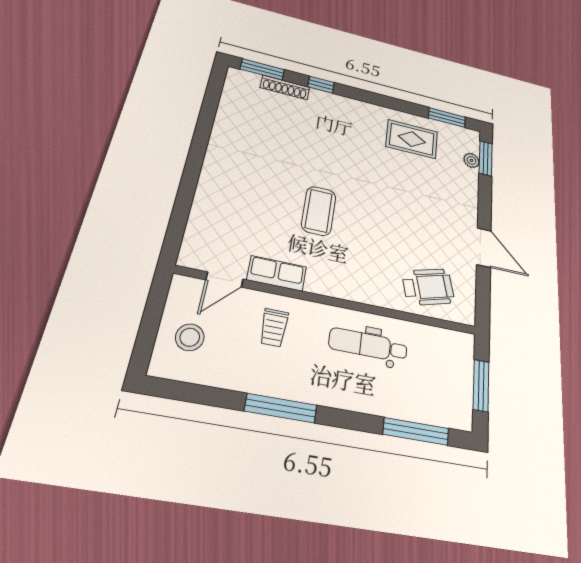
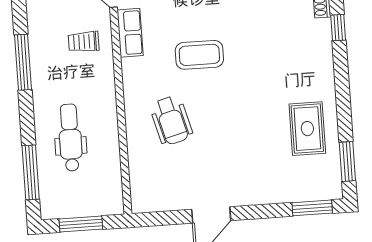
plant: (471, 160) -> (304, 193), removed
wheelchair: (428, 287) -> (171, 120), moved
dental chair: (368, 345) -> (70, 138), moved

